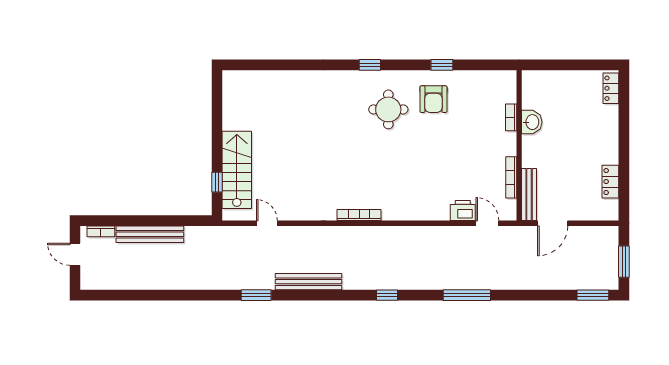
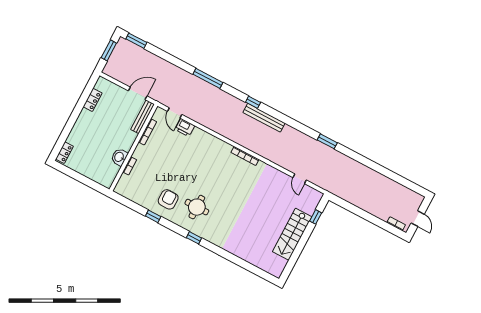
stairs: (237, 170) -> (292, 234), moved
bench: (150, 234) -> (369, 208), removed
bench: (309, 282) -> (264, 118), moved

